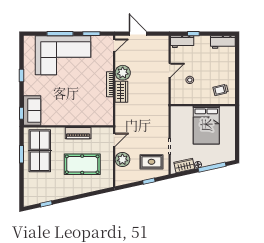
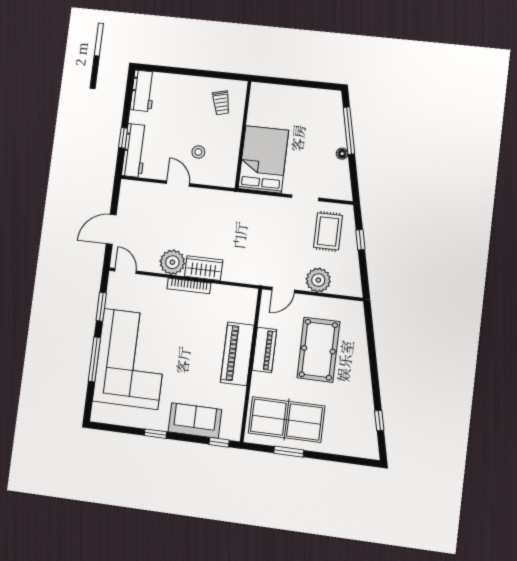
workbench: (182, 42) -> (135, 150), width x1.38
sofa: (32, 111) -> (195, 421), moved
piano: (74, 118) -> (237, 354), added
bed: (206, 125) -> (263, 159), moved, turned -90
door: (114, 140) -> (283, 290), swing flipped
wardrobe: (184, 166) -> (341, 177), removed

